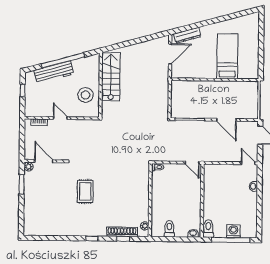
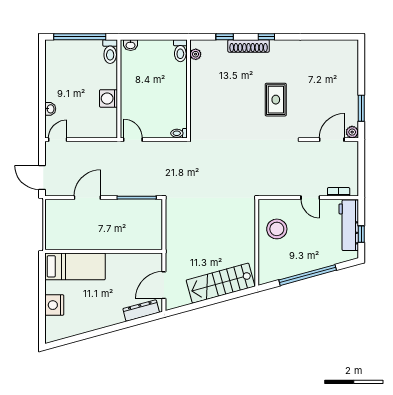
nightstand: (252, 40) -> (54, 305), added
bed: (227, 56) -> (75, 266), moved, turned -90
workbench: (54, 72) -> (349, 225), moved, turned -75
stairs: (111, 77) -> (221, 283), moved, turned 75
door: (226, 120) -> (87, 198), hinge flipped
door: (44, 161) -> (332, 140), swing flipped
door: (248, 163) -> (58, 140), swing flipped
toilet: (169, 229) -> (180, 51), moved
washing machine: (233, 231) -> (109, 98), moved, turned 90
shoe rack: (122, 232) -> (249, 46), moved

